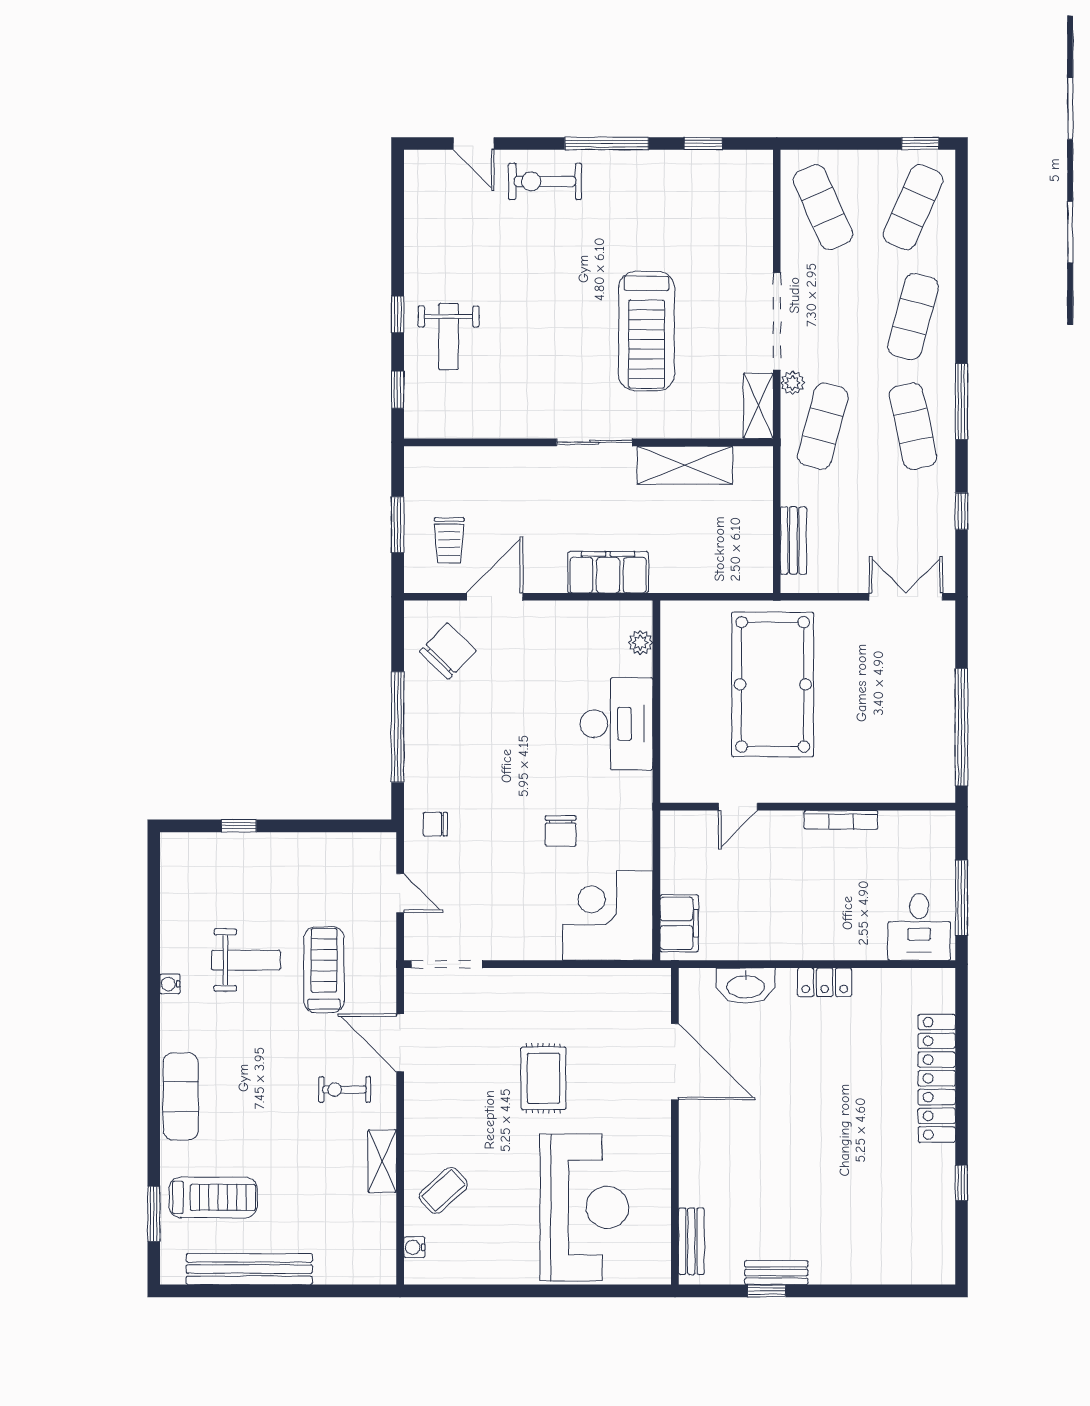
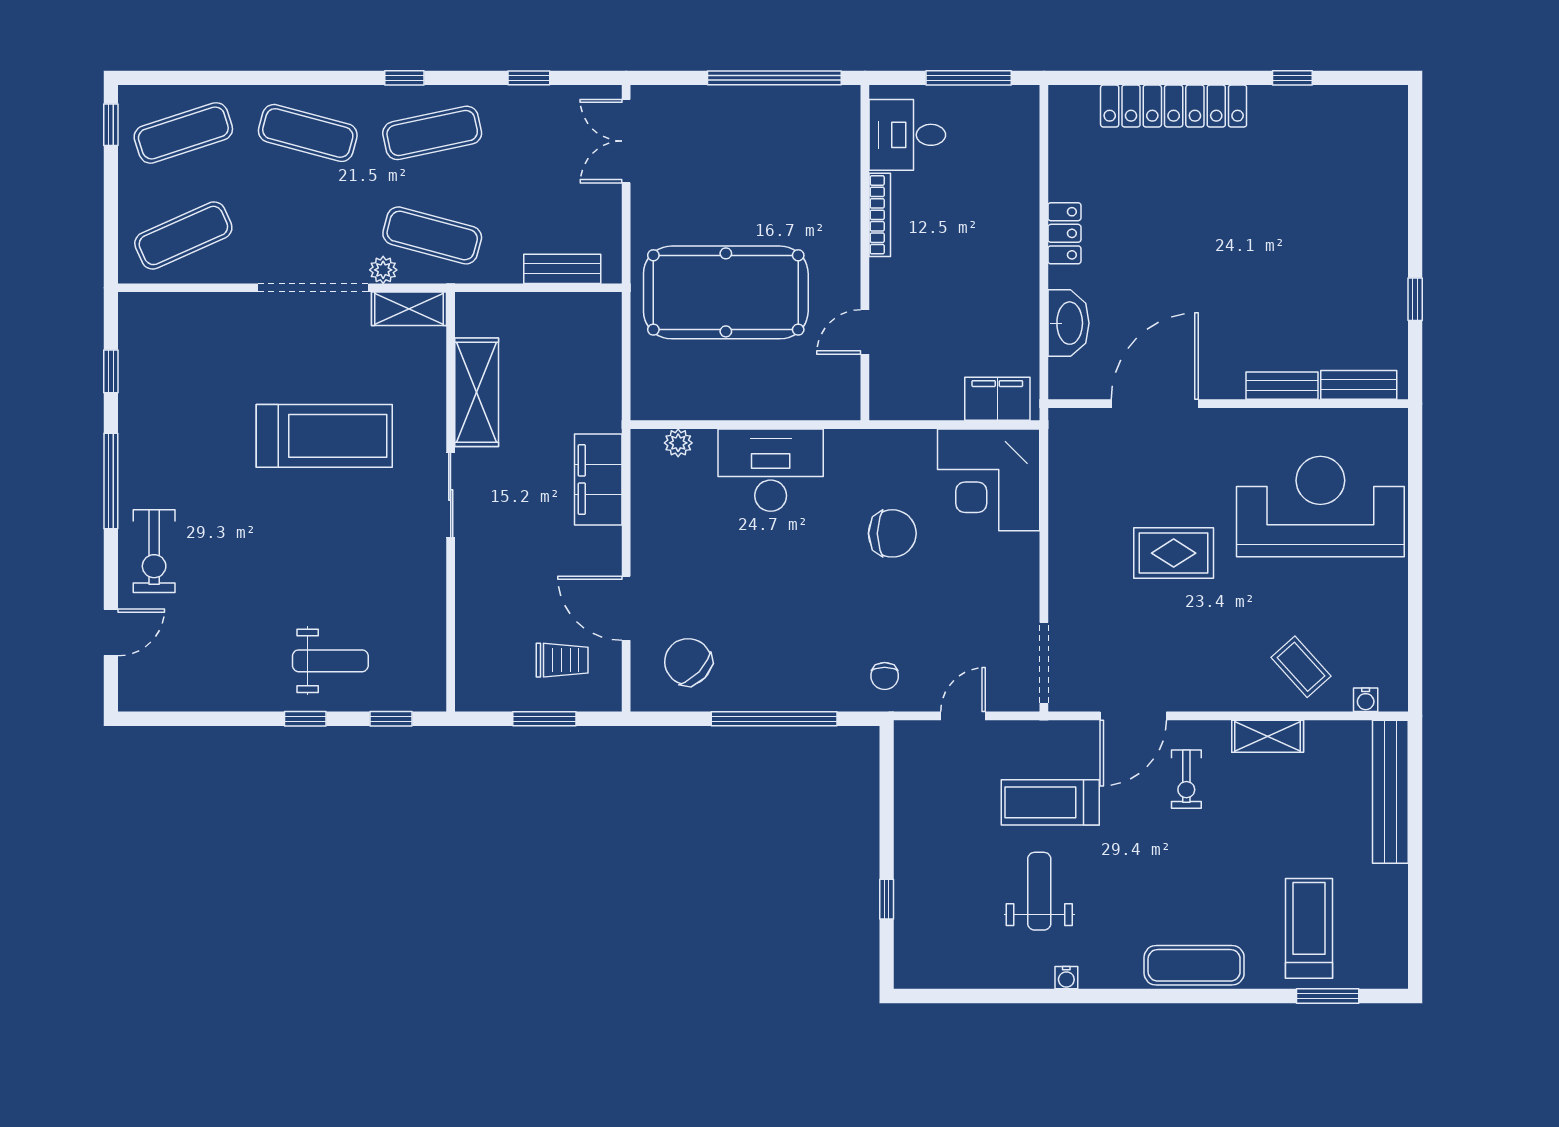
exercise mat: (913, 207) -> (183, 133), turned -42
window: (961, 402) -> (404, 78), width x0.46
door: (738, 807) -> (865, 332), swing flipped
chair: (561, 831) -> (892, 533), width x1.37, depth x1.37
desk: (919, 927) -> (907, 135), moved, turned 180
bench: (249, 1269) -> (1390, 792), moved
bench: (776, 1273) -> (1282, 386), moved, turned 90

